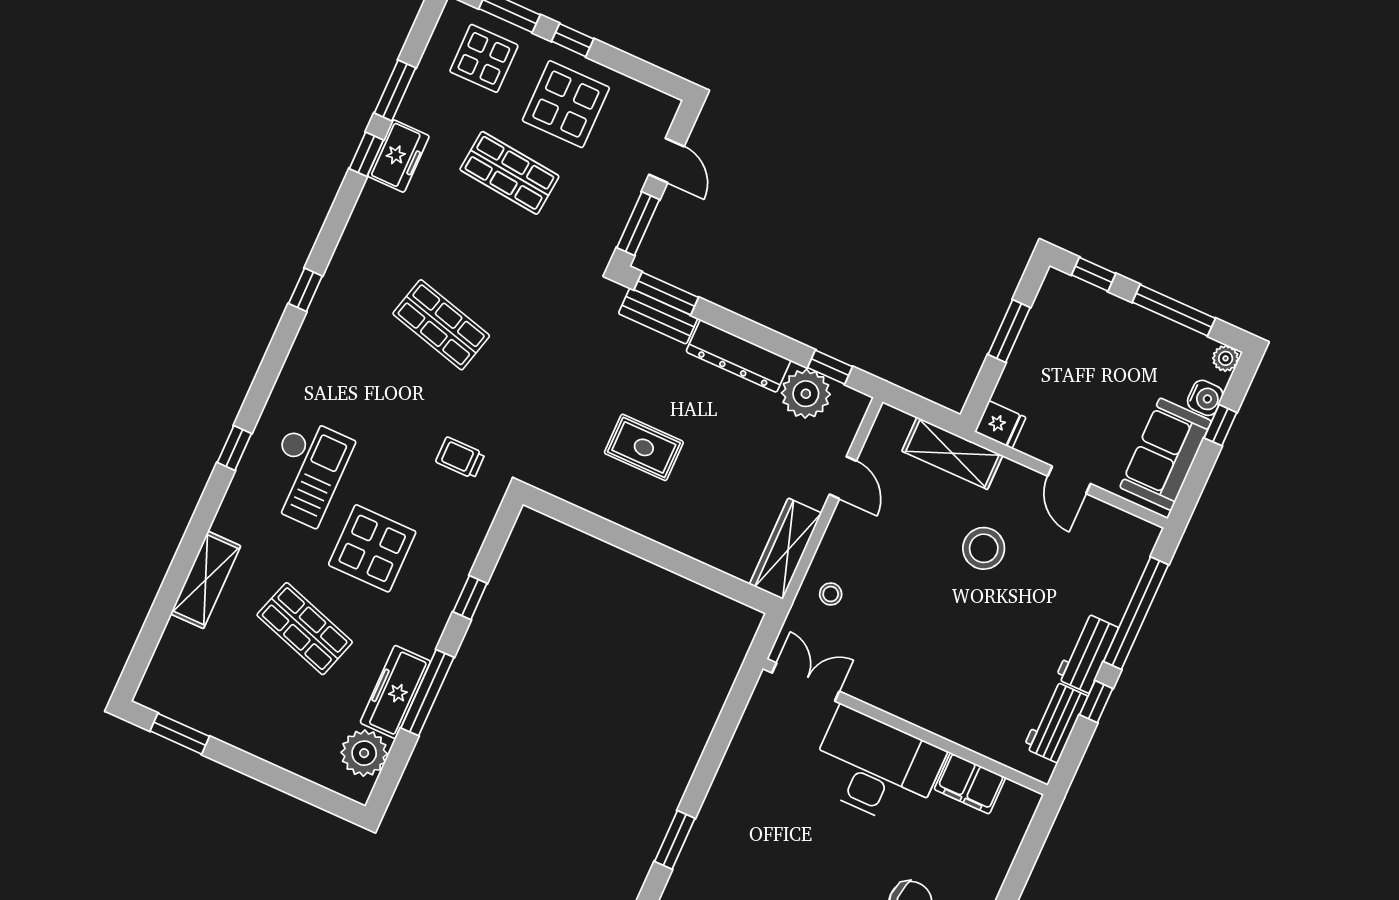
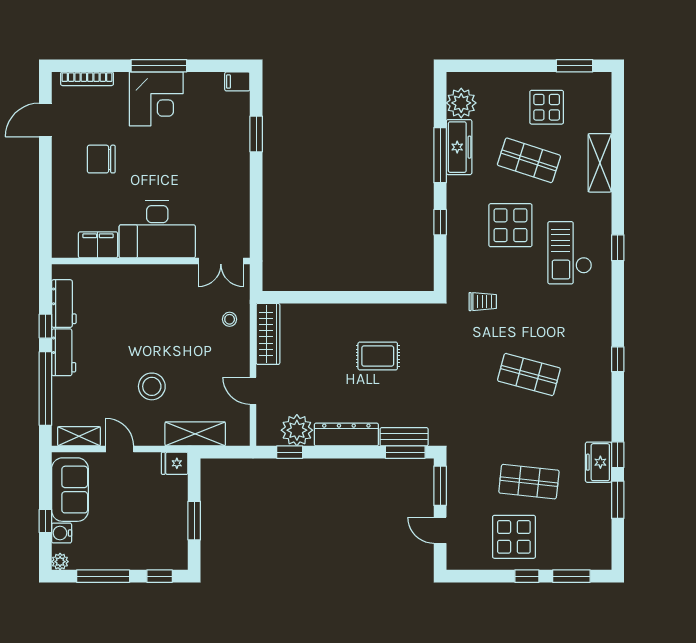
display table: (484, 58) -> (547, 107), moved
shelving: (1119, 524) -> (79, 436), added

